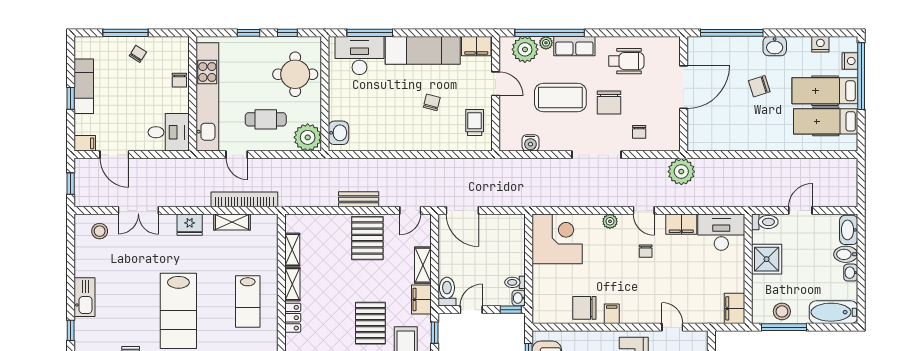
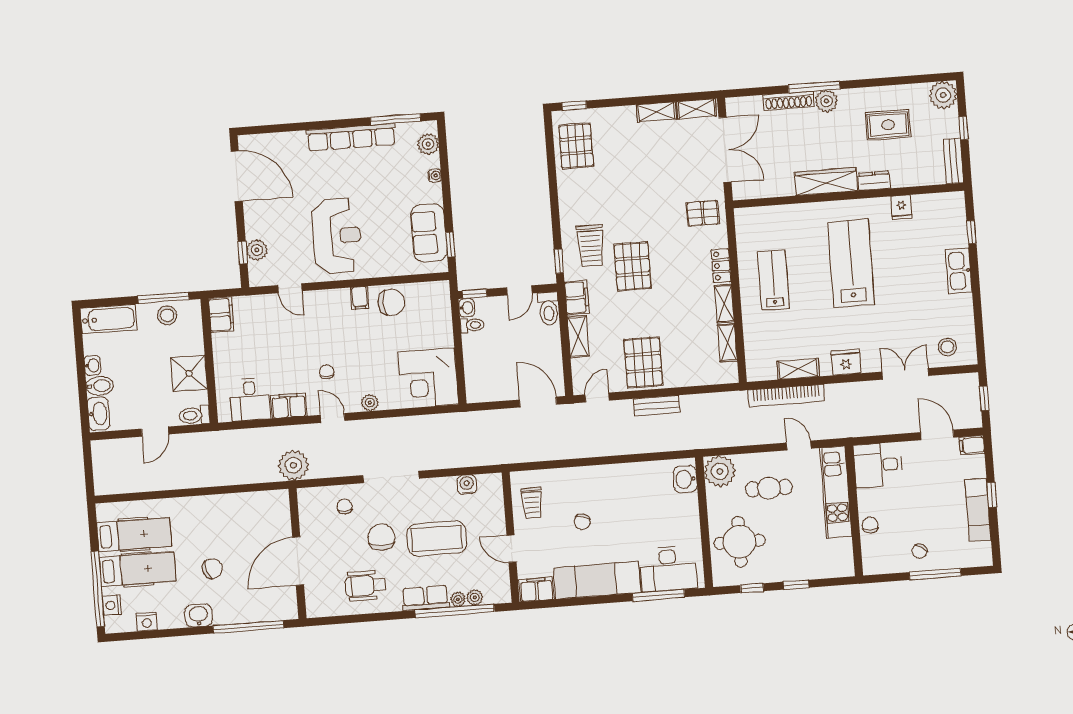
plant: (525, 49) -> (475, 597), width x0.53, depth x0.53
kitchen unit: (207, 97) -> (836, 492), width x0.73
desk: (721, 232) -> (250, 399), width x0.73

